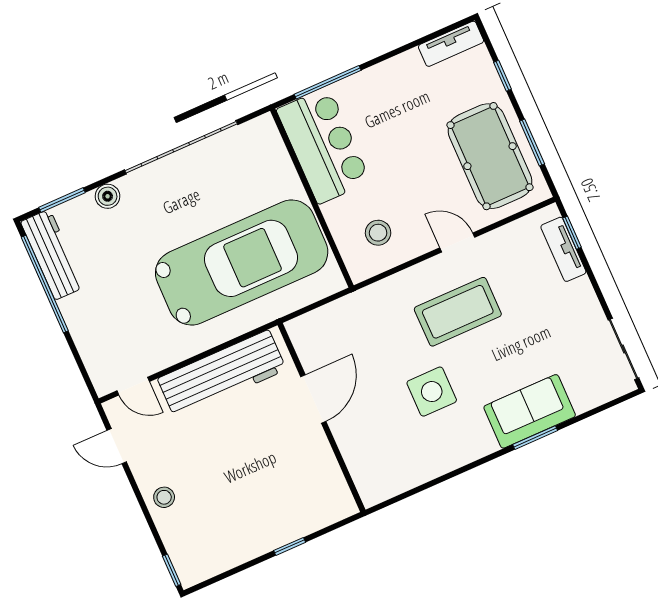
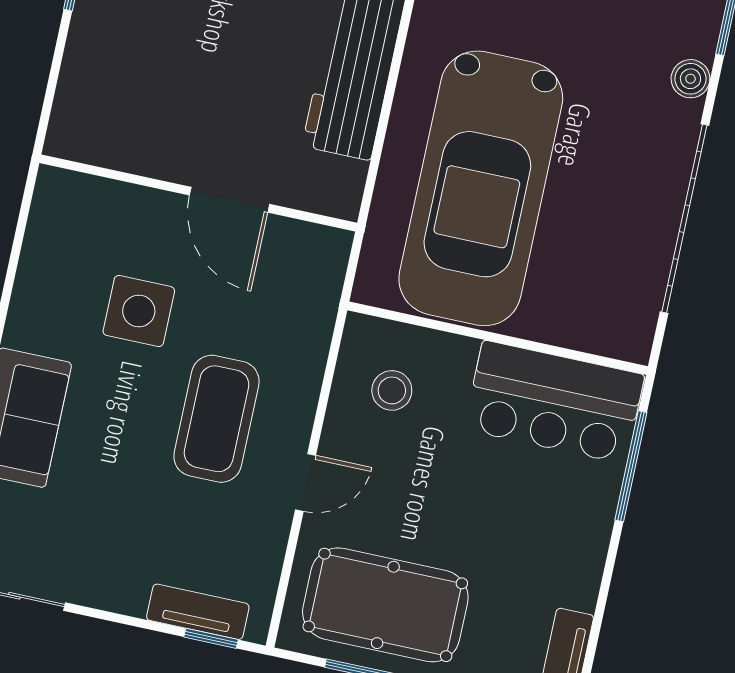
door: (313, 399) -> (229, 200), moved
wall: (321, 417) -> (198, 193), moved

